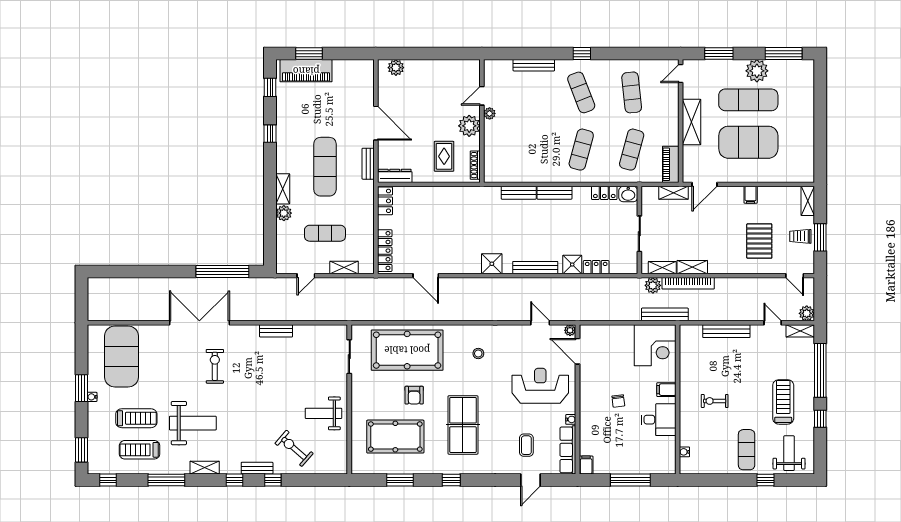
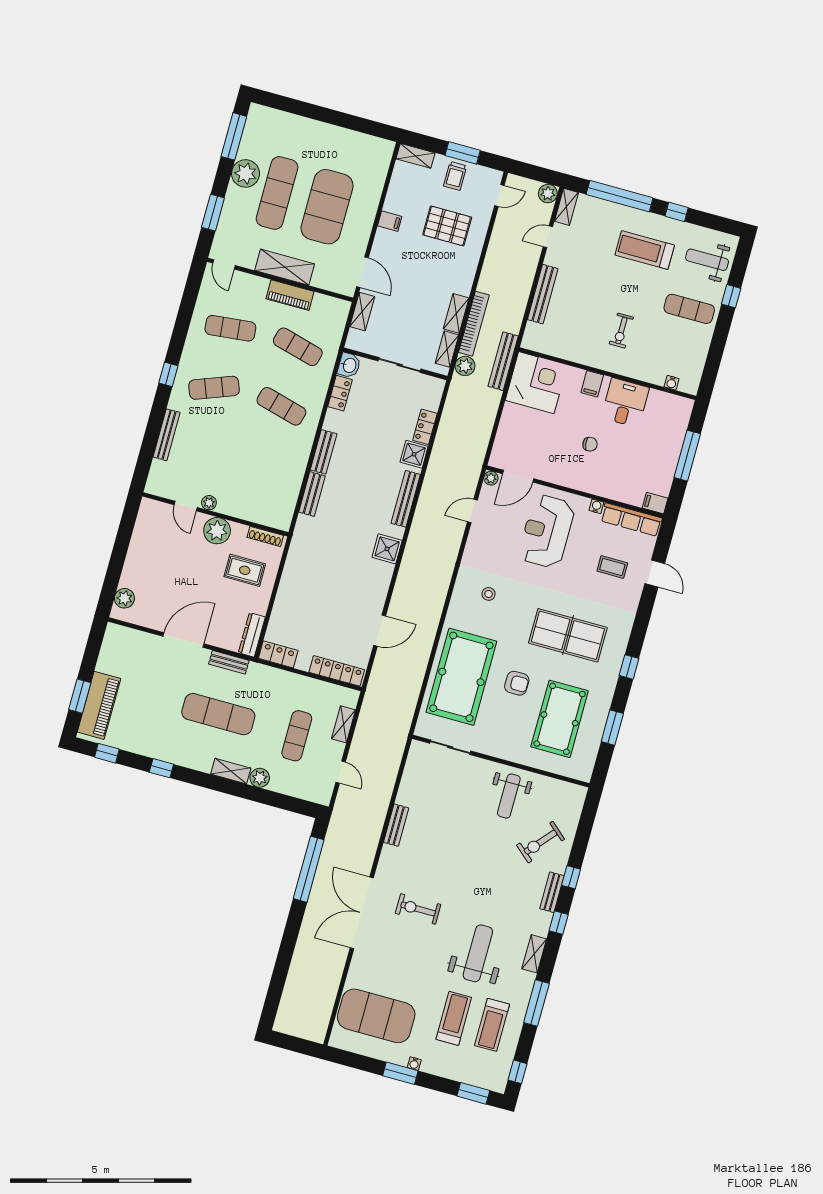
piano: (671, 164) -> (290, 295), moved

